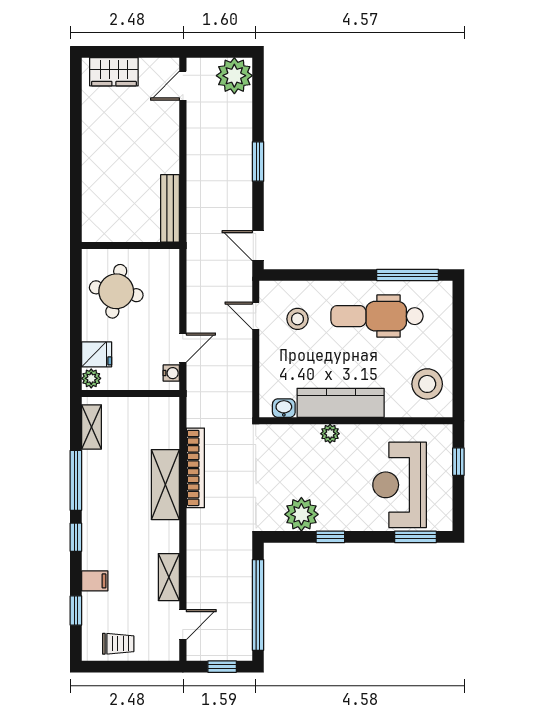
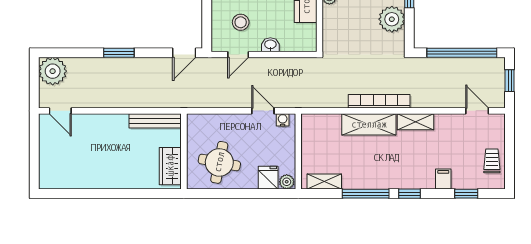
wardrobe: (114, 72) -> (170, 166), moved, turned 180
washbasin: (284, 408) -> (270, 45), moved, turned 90
bookcase: (195, 468) -> (379, 101), moved
shelving: (169, 577) -> (416, 122), moved

